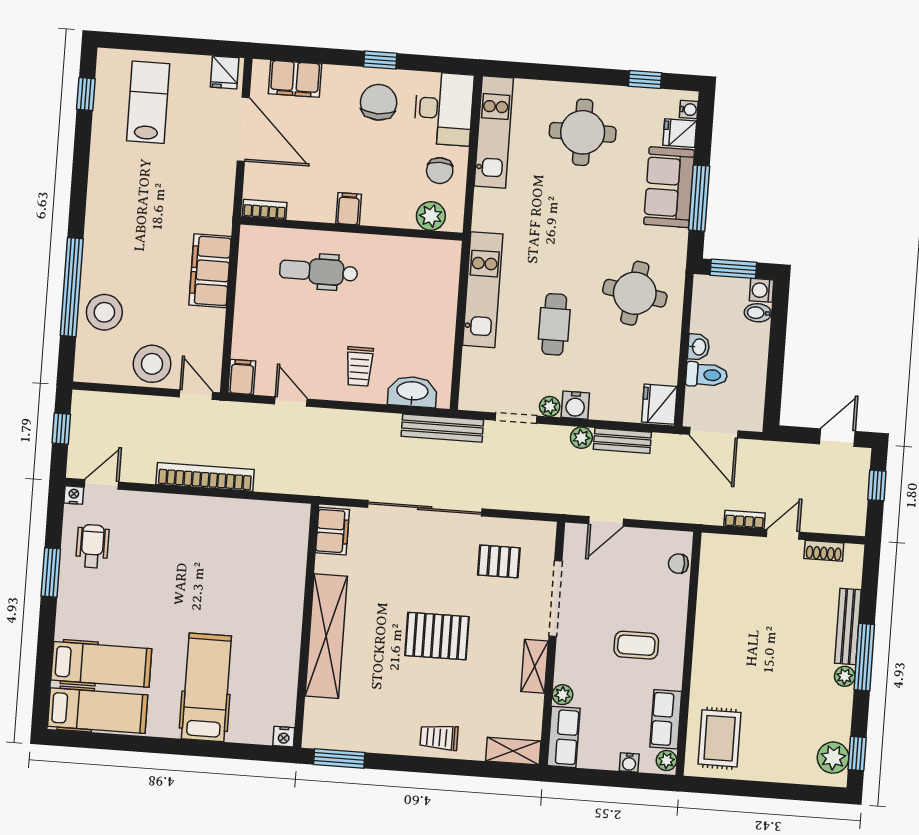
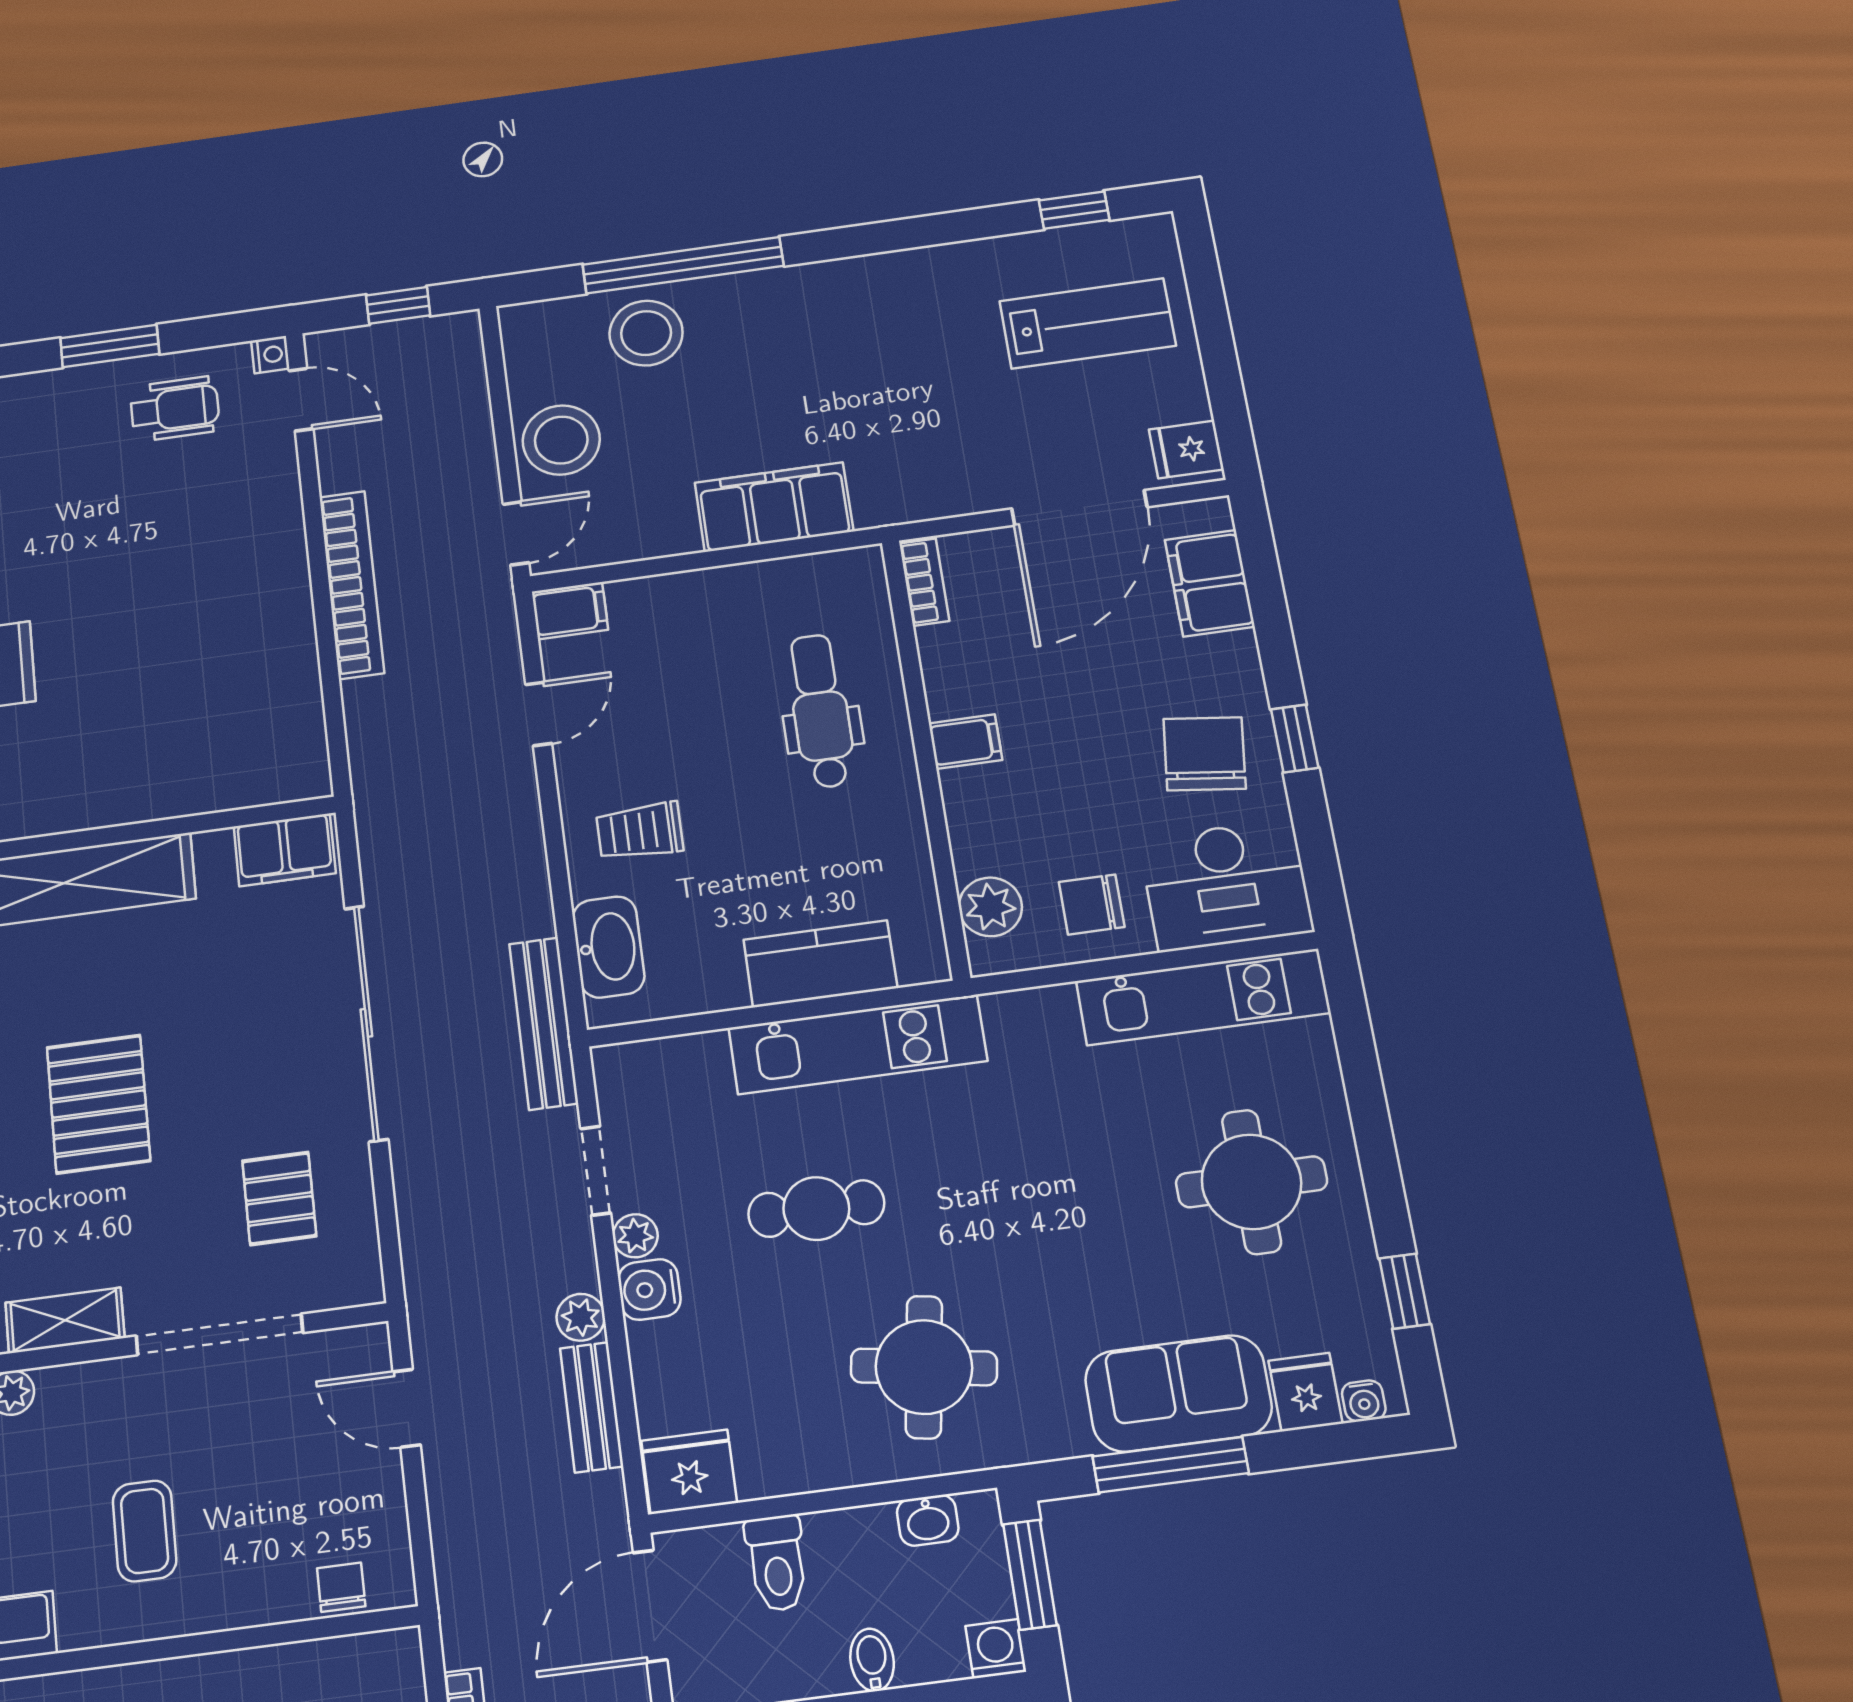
chair: (379, 102) -> (1205, 754), turned -83
kitchen counter: (441, 298) -> (820, 964), added
bidet: (758, 313) -> (872, 1660), moved
washbasin: (698, 347) -> (928, 1520), moved

